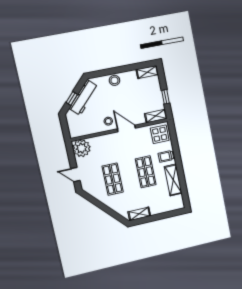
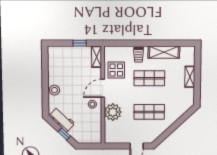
shelving: (147, 72) -> (52, 57), removed
workbench: (84, 97) -> (62, 120), width x0.73
display table: (160, 134) -> (116, 70), moved
plant: (82, 148) -> (113, 112), moved
shelving: (139, 214) -> (190, 77), moved

